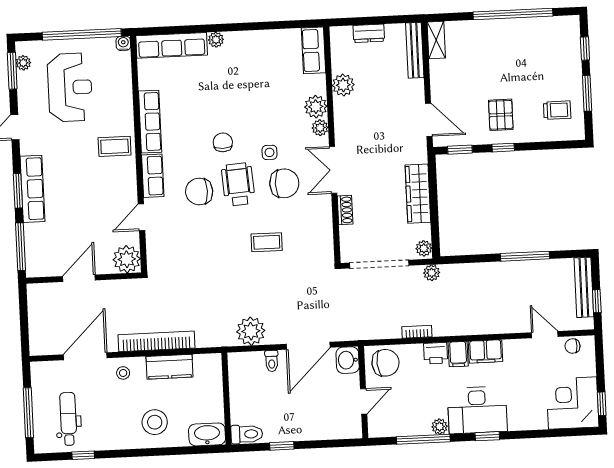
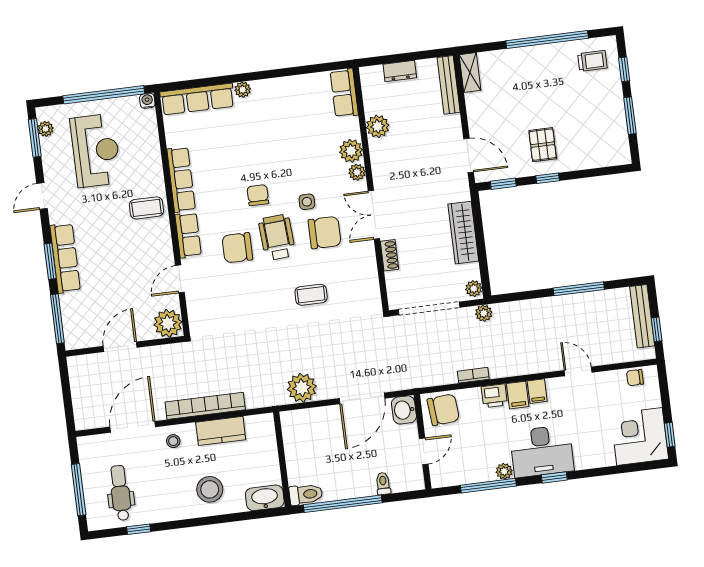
trolley: (557, 110) -> (592, 61), moved
door: (545, 335) -> (578, 371), moved
filing cabinet: (486, 351) -> (537, 391), width x0.50
toilet: (272, 361) -> (383, 484), moved, turned 180
window: (282, 446) -> (343, 504), width x3.17

